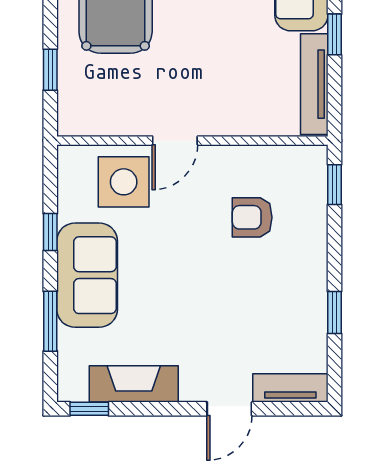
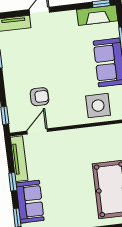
door: (175, 141) -> (37, 131), moved
fireplace: (134, 384) -> (97, 15), moved

